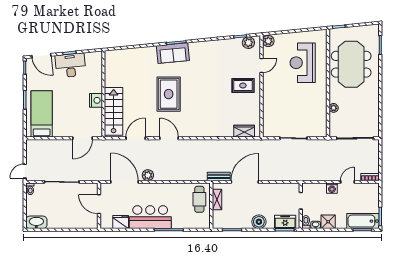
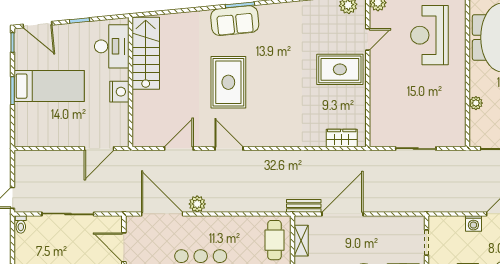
desk: (70, 65) -> (112, 46), moved, turned 96
rug: (243, 86) -> (340, 69), width x1.36, depth x1.43
stairs: (114, 111) -> (146, 53), moved
bed: (42, 114) -> (49, 86), moved, turned 90

